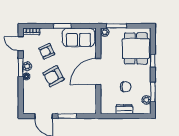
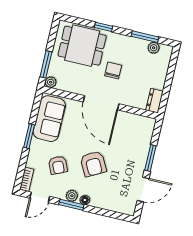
chair: (126, 87) -> (113, 71), moved
dresser: (124, 109) -> (154, 101), moved

